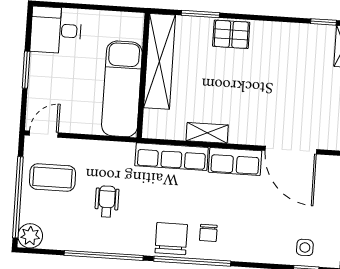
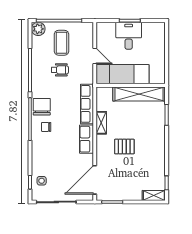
desk: (56, 30) -> (129, 36), moved
pallet: (231, 34) -> (124, 147), moved, turned 90
door: (44, 134) -> (95, 56), moved
door: (291, 150) -> (95, 180), moved
coffee table: (53, 177) -> (61, 43), moved
chair: (171, 239) -> (42, 107), turned -90

